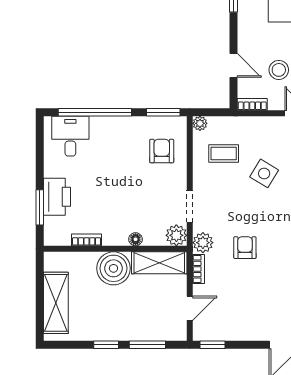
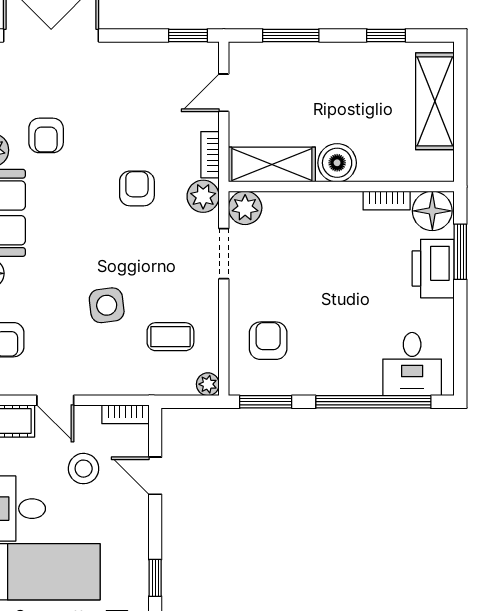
armchair: (162, 151) -> (268, 341), turned 180
side table: (264, 173) -> (107, 305), turned -38
floor lamp: (136, 239) -> (432, 211), moved, width x1.89, depth x1.89
armchair: (245, 248) -> (137, 188), turned 180
boiler: (113, 268) -> (337, 163), width x0.73, depth x0.73
window: (106, 345) -> (386, 35), moved

